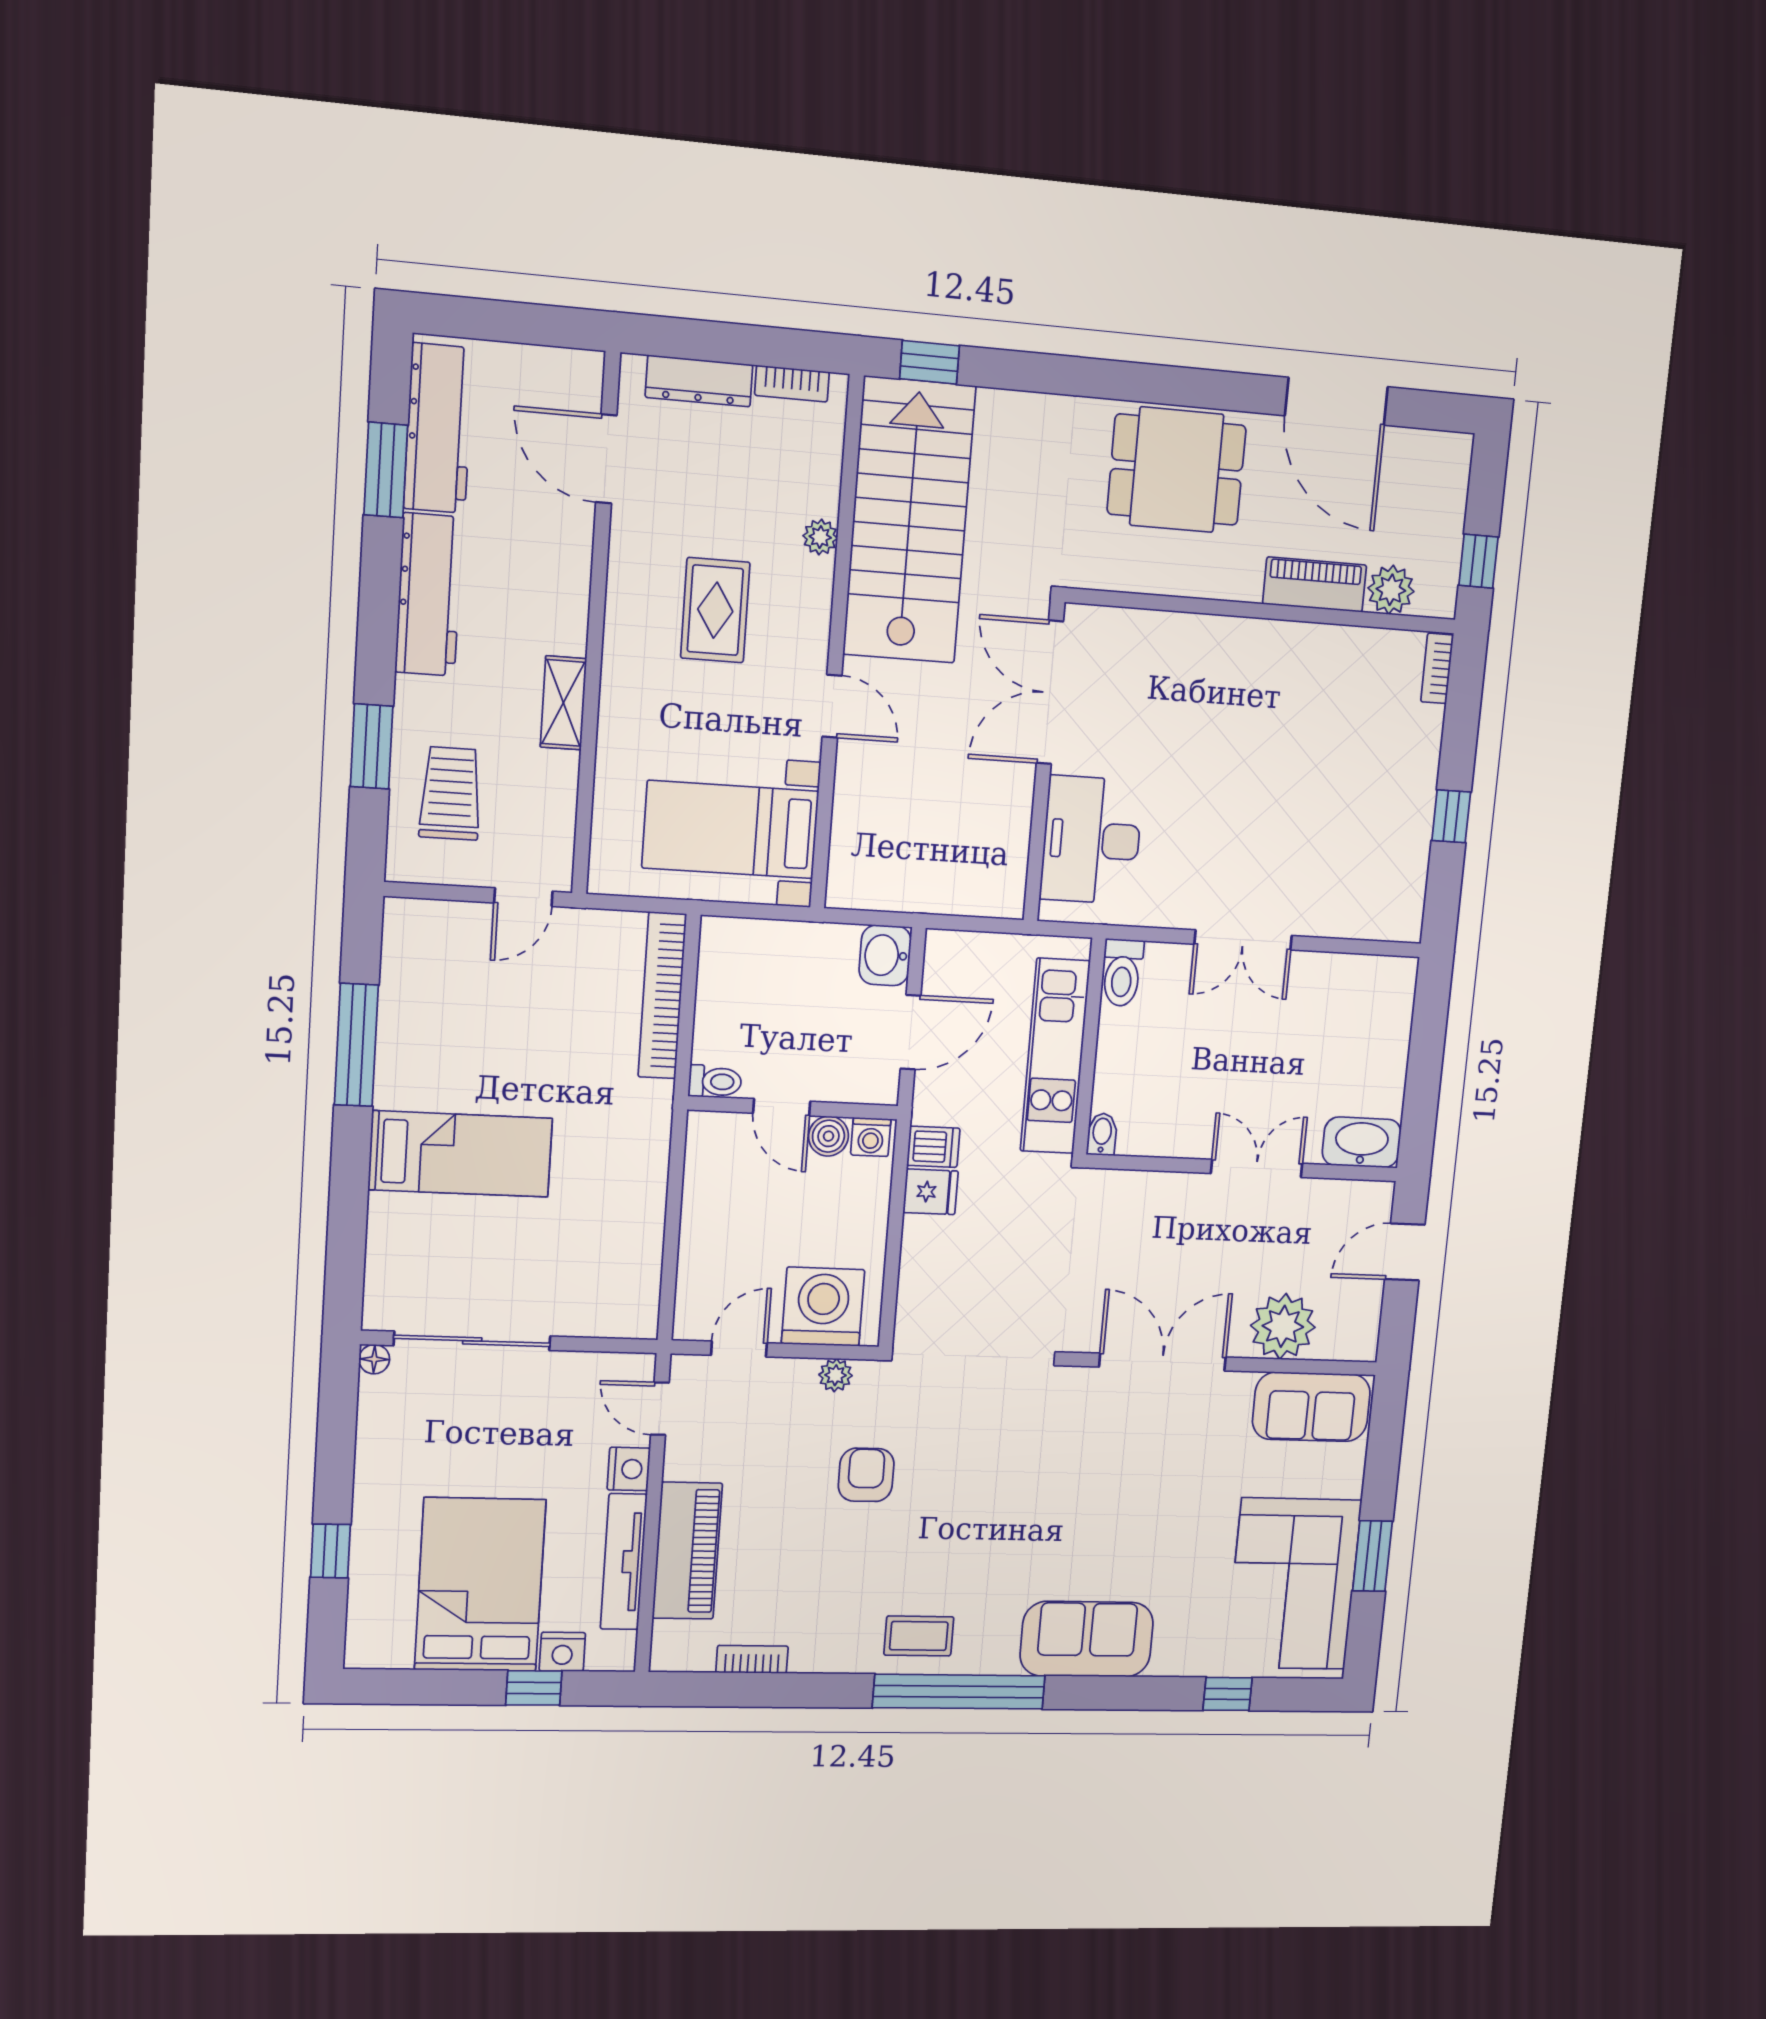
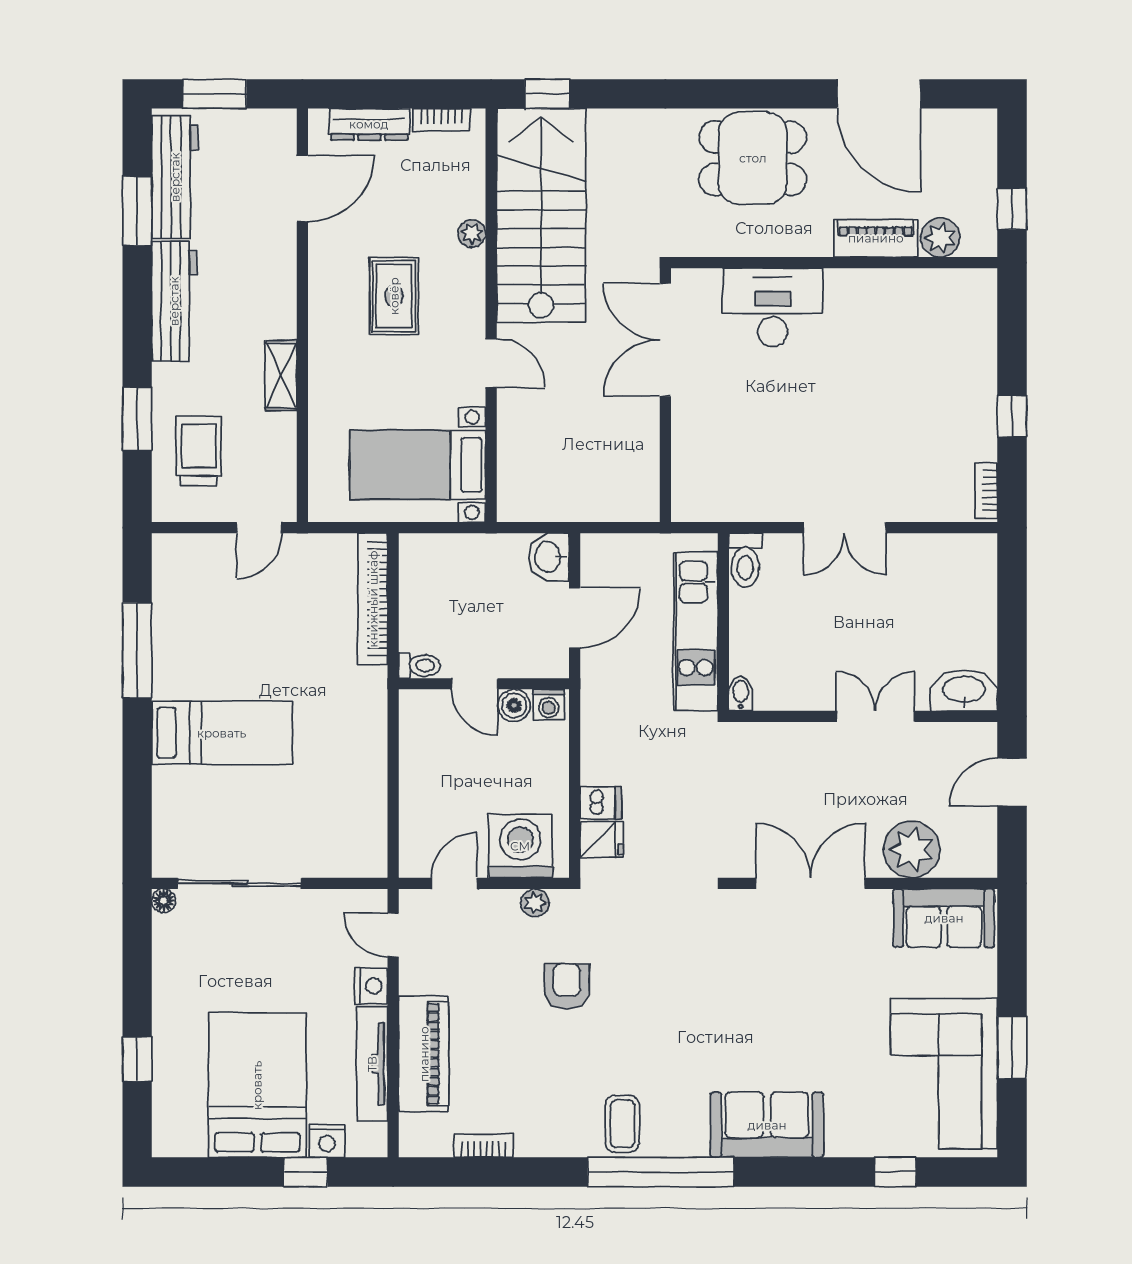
window: (498, 321) -> (214, 94), added
door: (606, 459) -> (302, 189), swing flipped
bookcase: (1437, 668) -> (986, 491), moved
desk: (1092, 840) -> (773, 307), moved, turned 90
dishwasher: (933, 1147) -> (601, 803), moved
fridge: (931, 1192) -> (602, 840), moved
coffee table: (919, 1636) -> (622, 1124), turned 90

